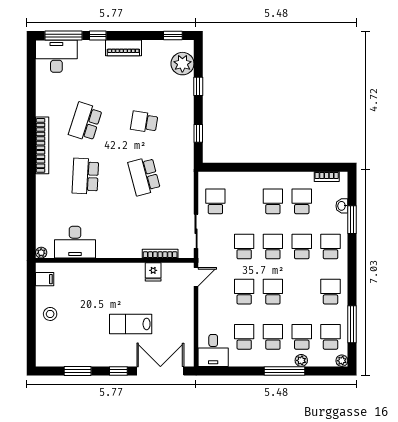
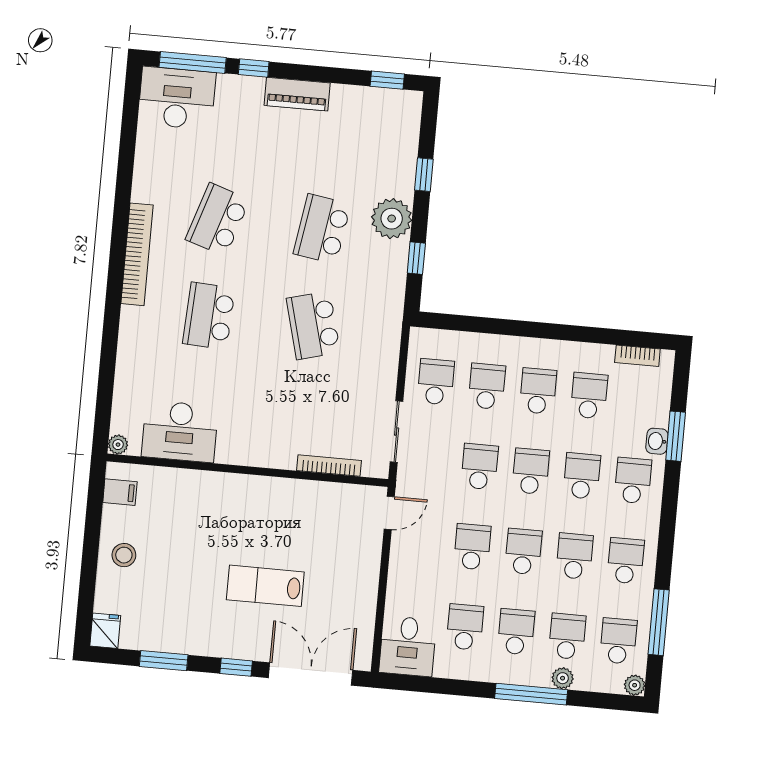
plant: (182, 64) -> (392, 219), moved
school desk: (144, 122) -> (322, 229), width x1.85
school desk: (244, 201) -> (487, 386), added
washbasin: (342, 206) -> (657, 441), moved
fridge: (153, 272) -> (105, 631), moved, turned 180
school desk: (302, 292) -> (575, 556), added

